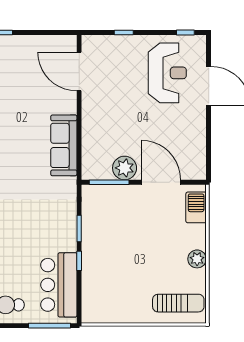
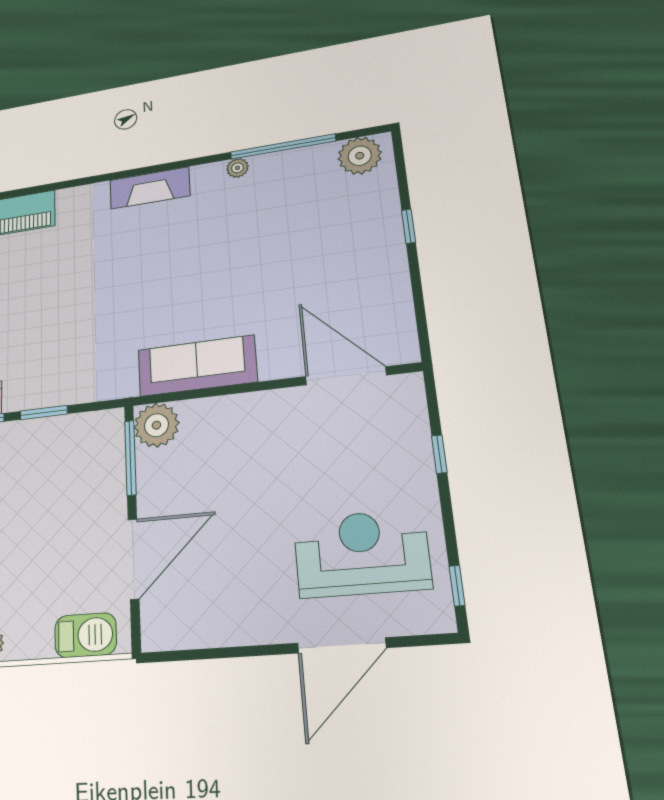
door: (79, 71) -> (346, 376), hinge flipped
reception desk: (167, 73) -> (361, 553), turned 180
plant: (125, 168) -> (156, 425), moved

